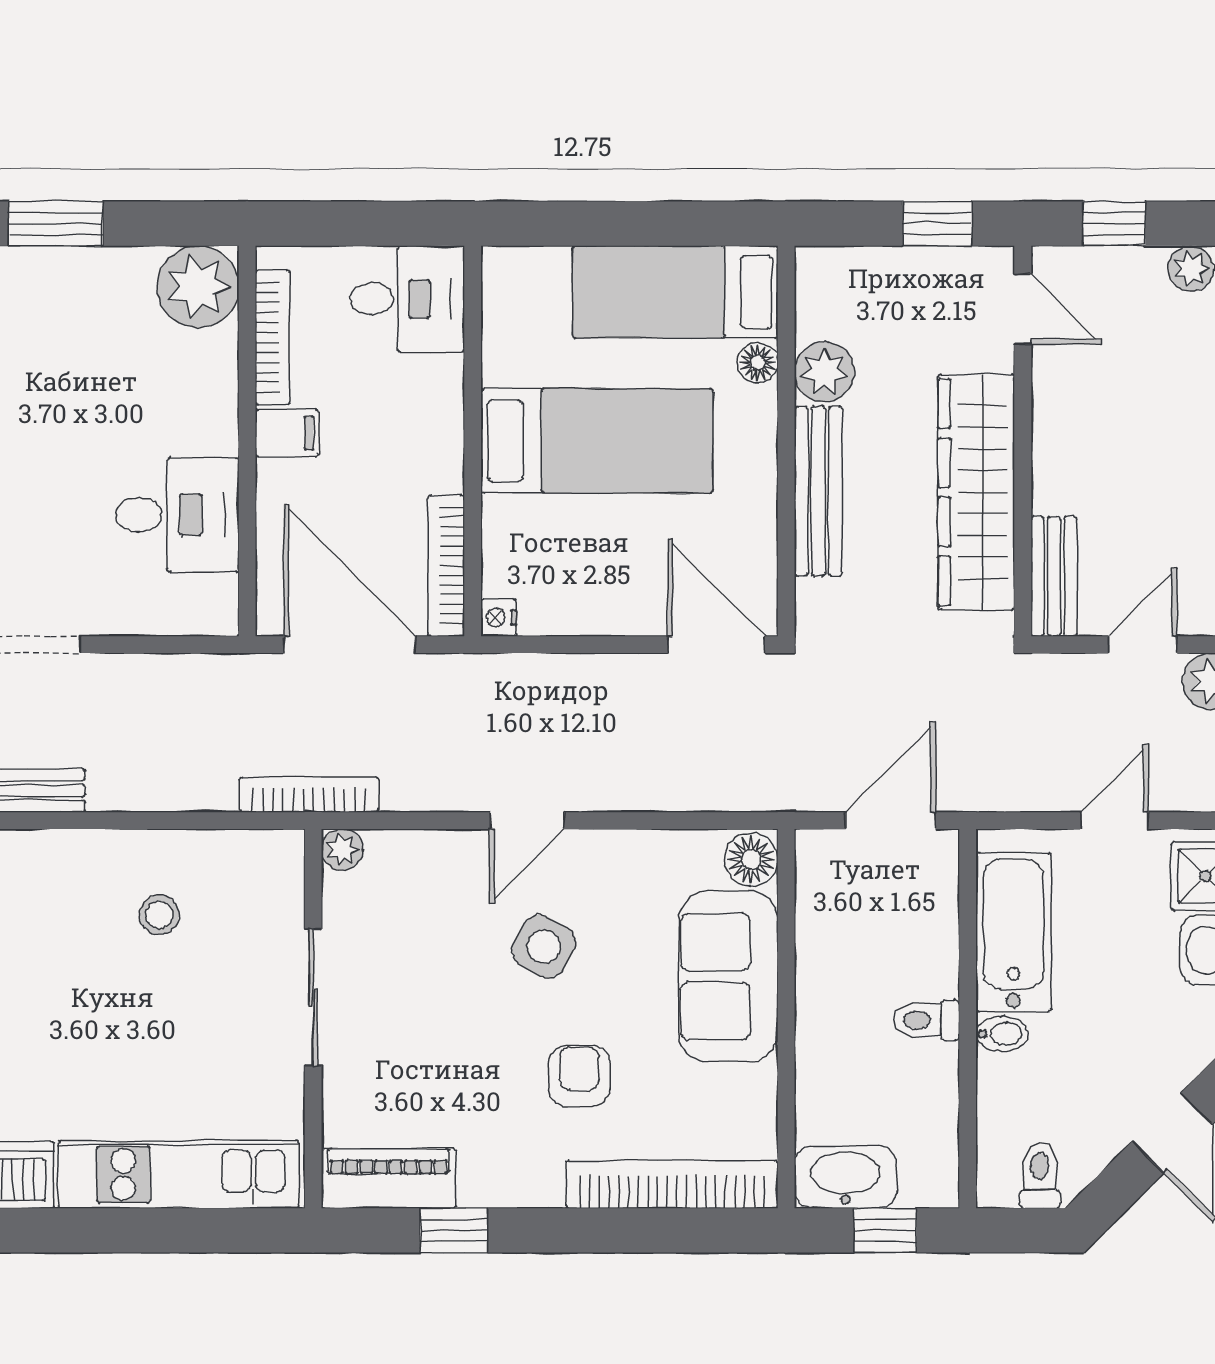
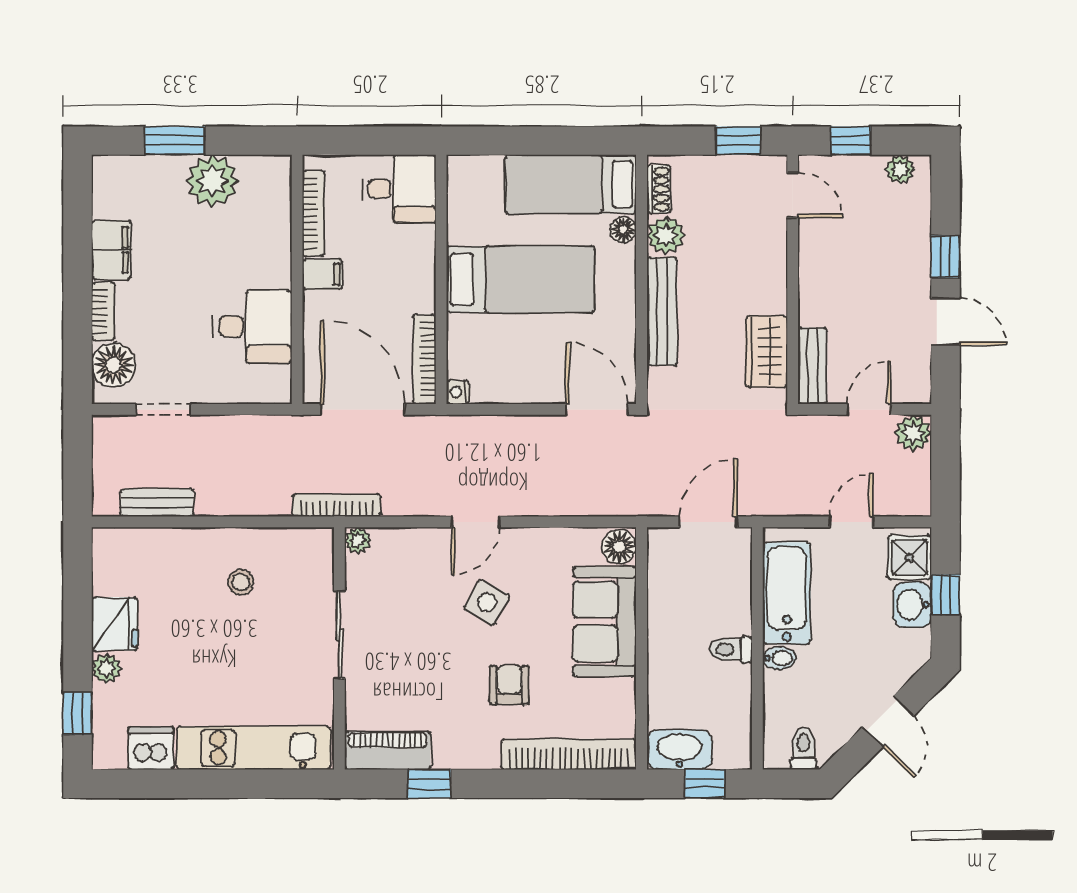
plant: (198, 287) -> (212, 181), moved
shoe rack: (813, 300) -> (659, 189), added
wardrobe: (976, 492) -> (767, 352), width x0.48, depth x0.85

